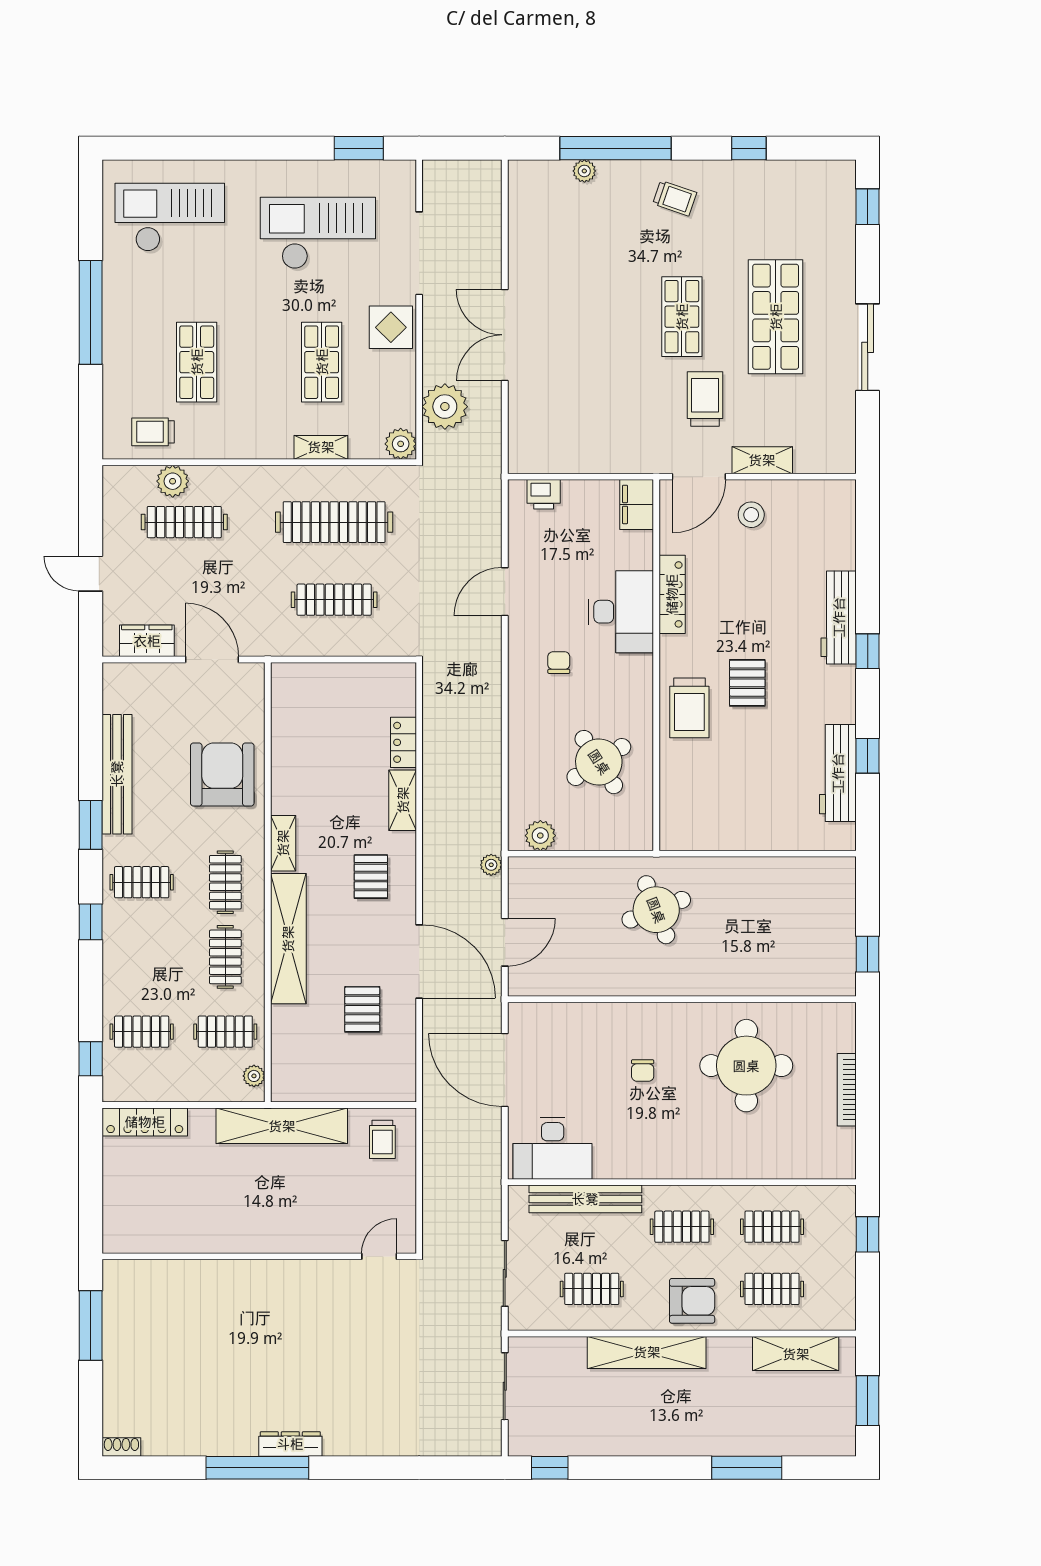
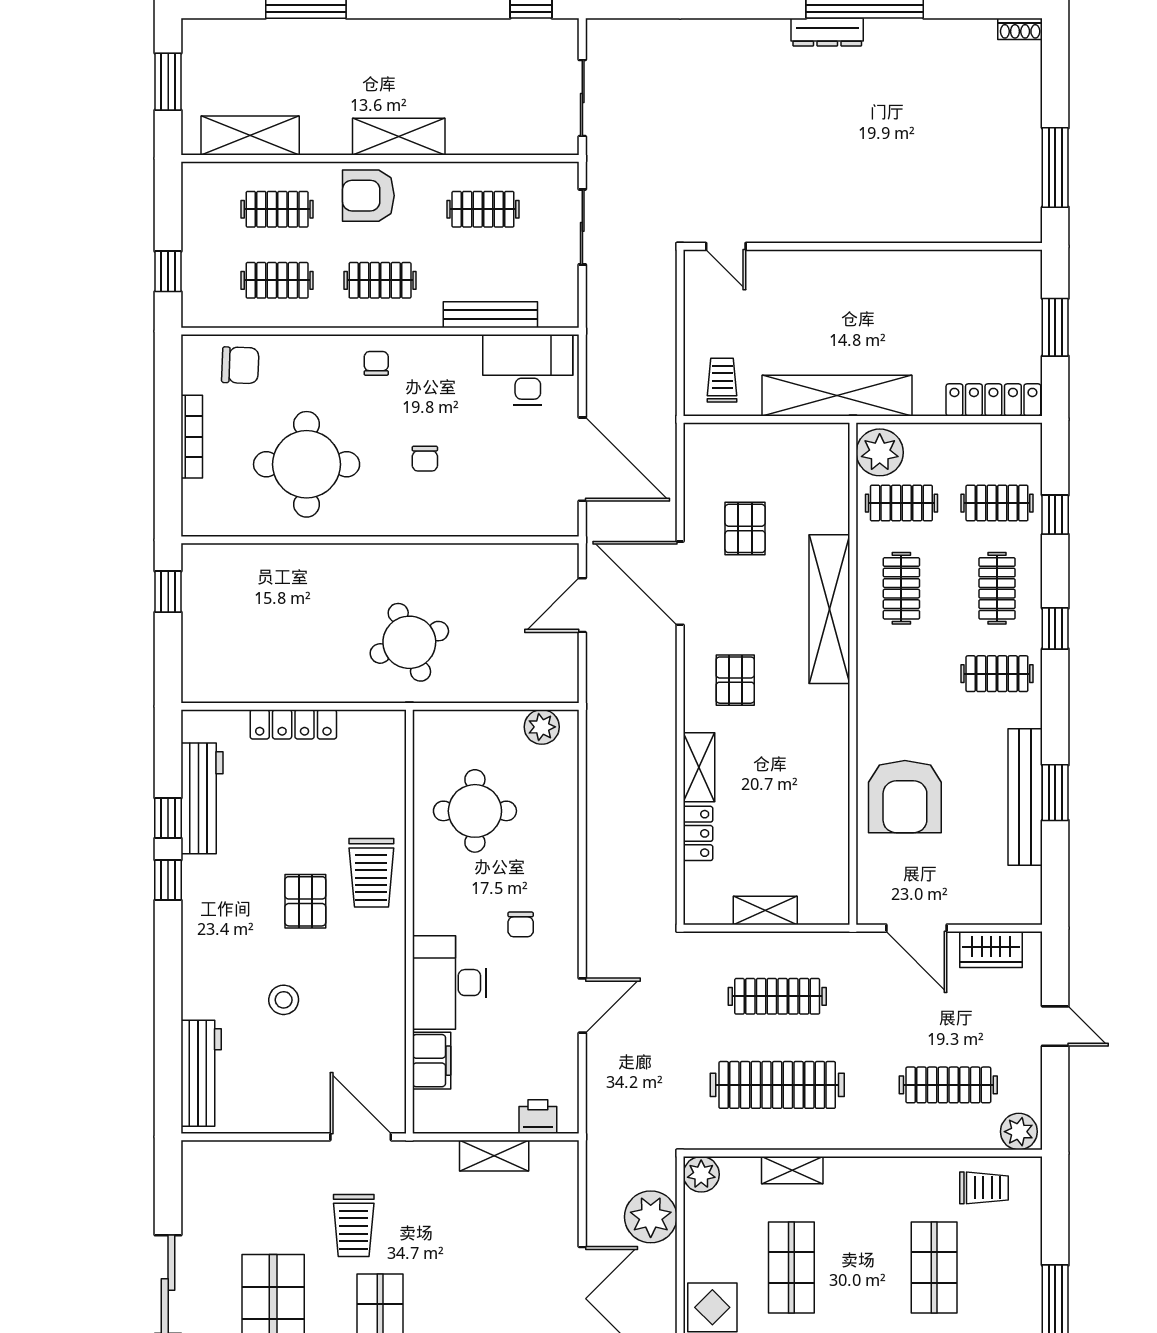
shelving: (762, 460) -> (494, 1156), moved
door: (699, 477) -> (361, 1137), hinge flipped
plant: (173, 481) -> (1019, 1132), moved
filing cabinet: (637, 504) -> (432, 1061), moved
stool: (751, 515) -> (284, 1000), moved
locker: (672, 594) -> (293, 724), moved, turned -90
workbench: (839, 617) -> (201, 1073), moved
window: (868, 651) -> (168, 880), moved
trolley: (689, 708) -> (371, 873), turned 180
round table: (599, 762) -> (475, 811), turned 33
window: (91, 825) -> (1055, 793), moved
shelving: (283, 843) -> (765, 911), moved, turned 90
plant: (491, 865) -> (598, 694), removed
clothes rail: (225, 882) -> (997, 588), moved
window: (91, 1059) -> (1055, 515), moved
chair: (643, 1070) -> (425, 459), turned 180
plant: (254, 1076) -> (880, 452), width x1.88, depth x1.88
chair: (804, 1152) -> (240, 365), added
chair: (685, 1154) -> (376, 363), added
window: (91, 1186) -> (1055, 327), added
bench: (585, 1199) -> (490, 315), width x0.73, depth x0.82
door: (379, 1256) -> (726, 246), hinge flipped
shelving: (647, 1352) -> (399, 137), width x0.68

